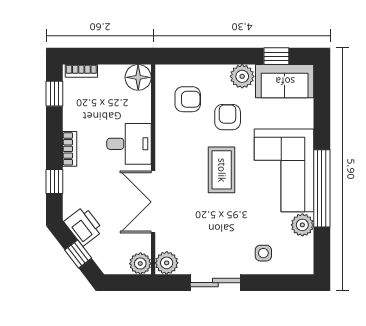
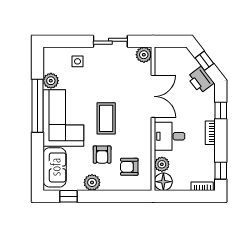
sofa: (285, 81) -> (55, 167), moved, turned 90
plant: (140, 264) -> (162, 164), moved

